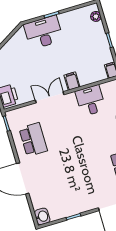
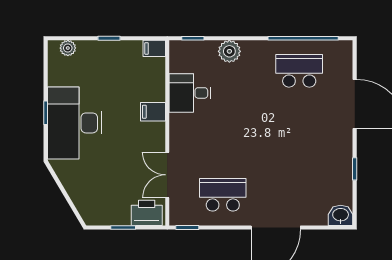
desk: (43, 32) -> (75, 123), width x1.36, depth x1.30
double door: (50, 97) -> (167, 175), moved

